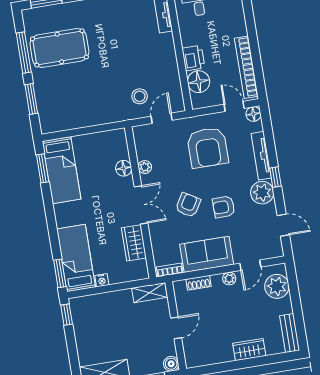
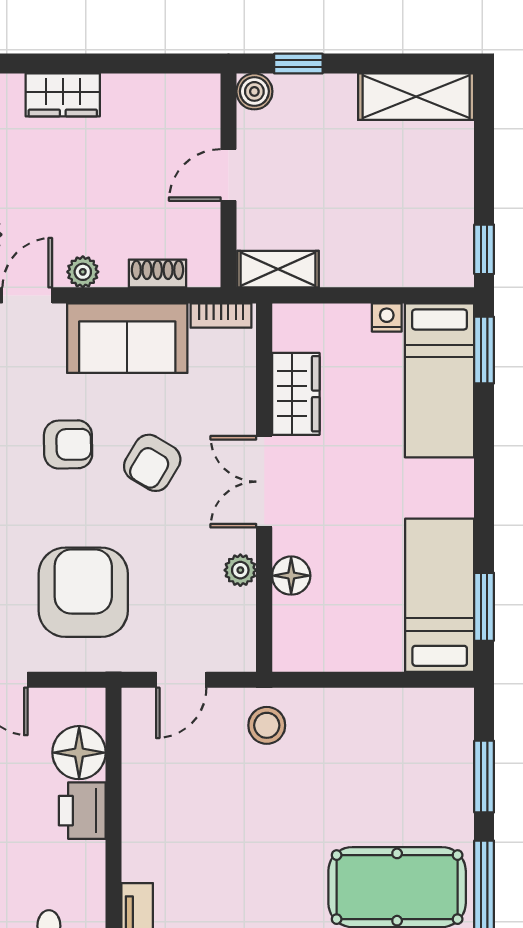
stool: (140, 96) -> (267, 725), moved

